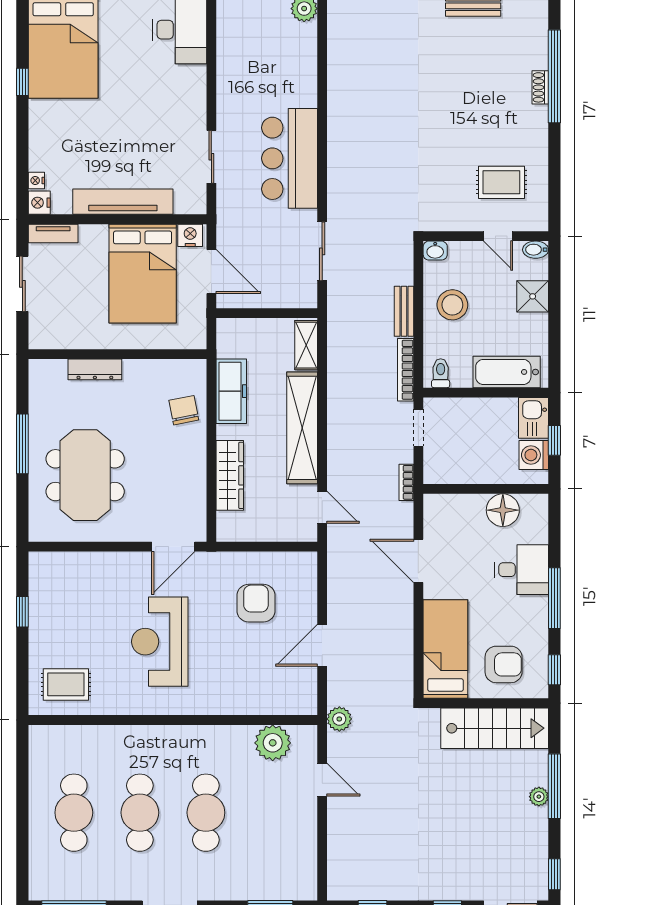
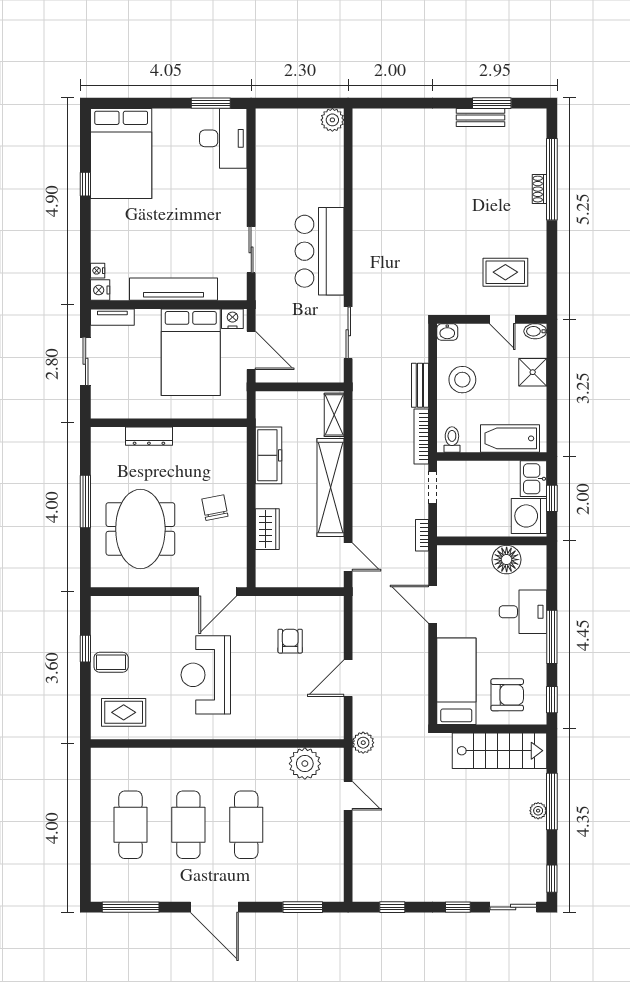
chair: (184, 410) -> (215, 508), moved
washing machine: (534, 455) -> (529, 516), width x1.37, depth x1.37
wardrobe: (230, 475) -> (267, 529), width x0.67
armchair: (256, 603) -> (290, 641), width x0.72, depth x0.72
coffee table: (52, 627) -> (111, 662), added

